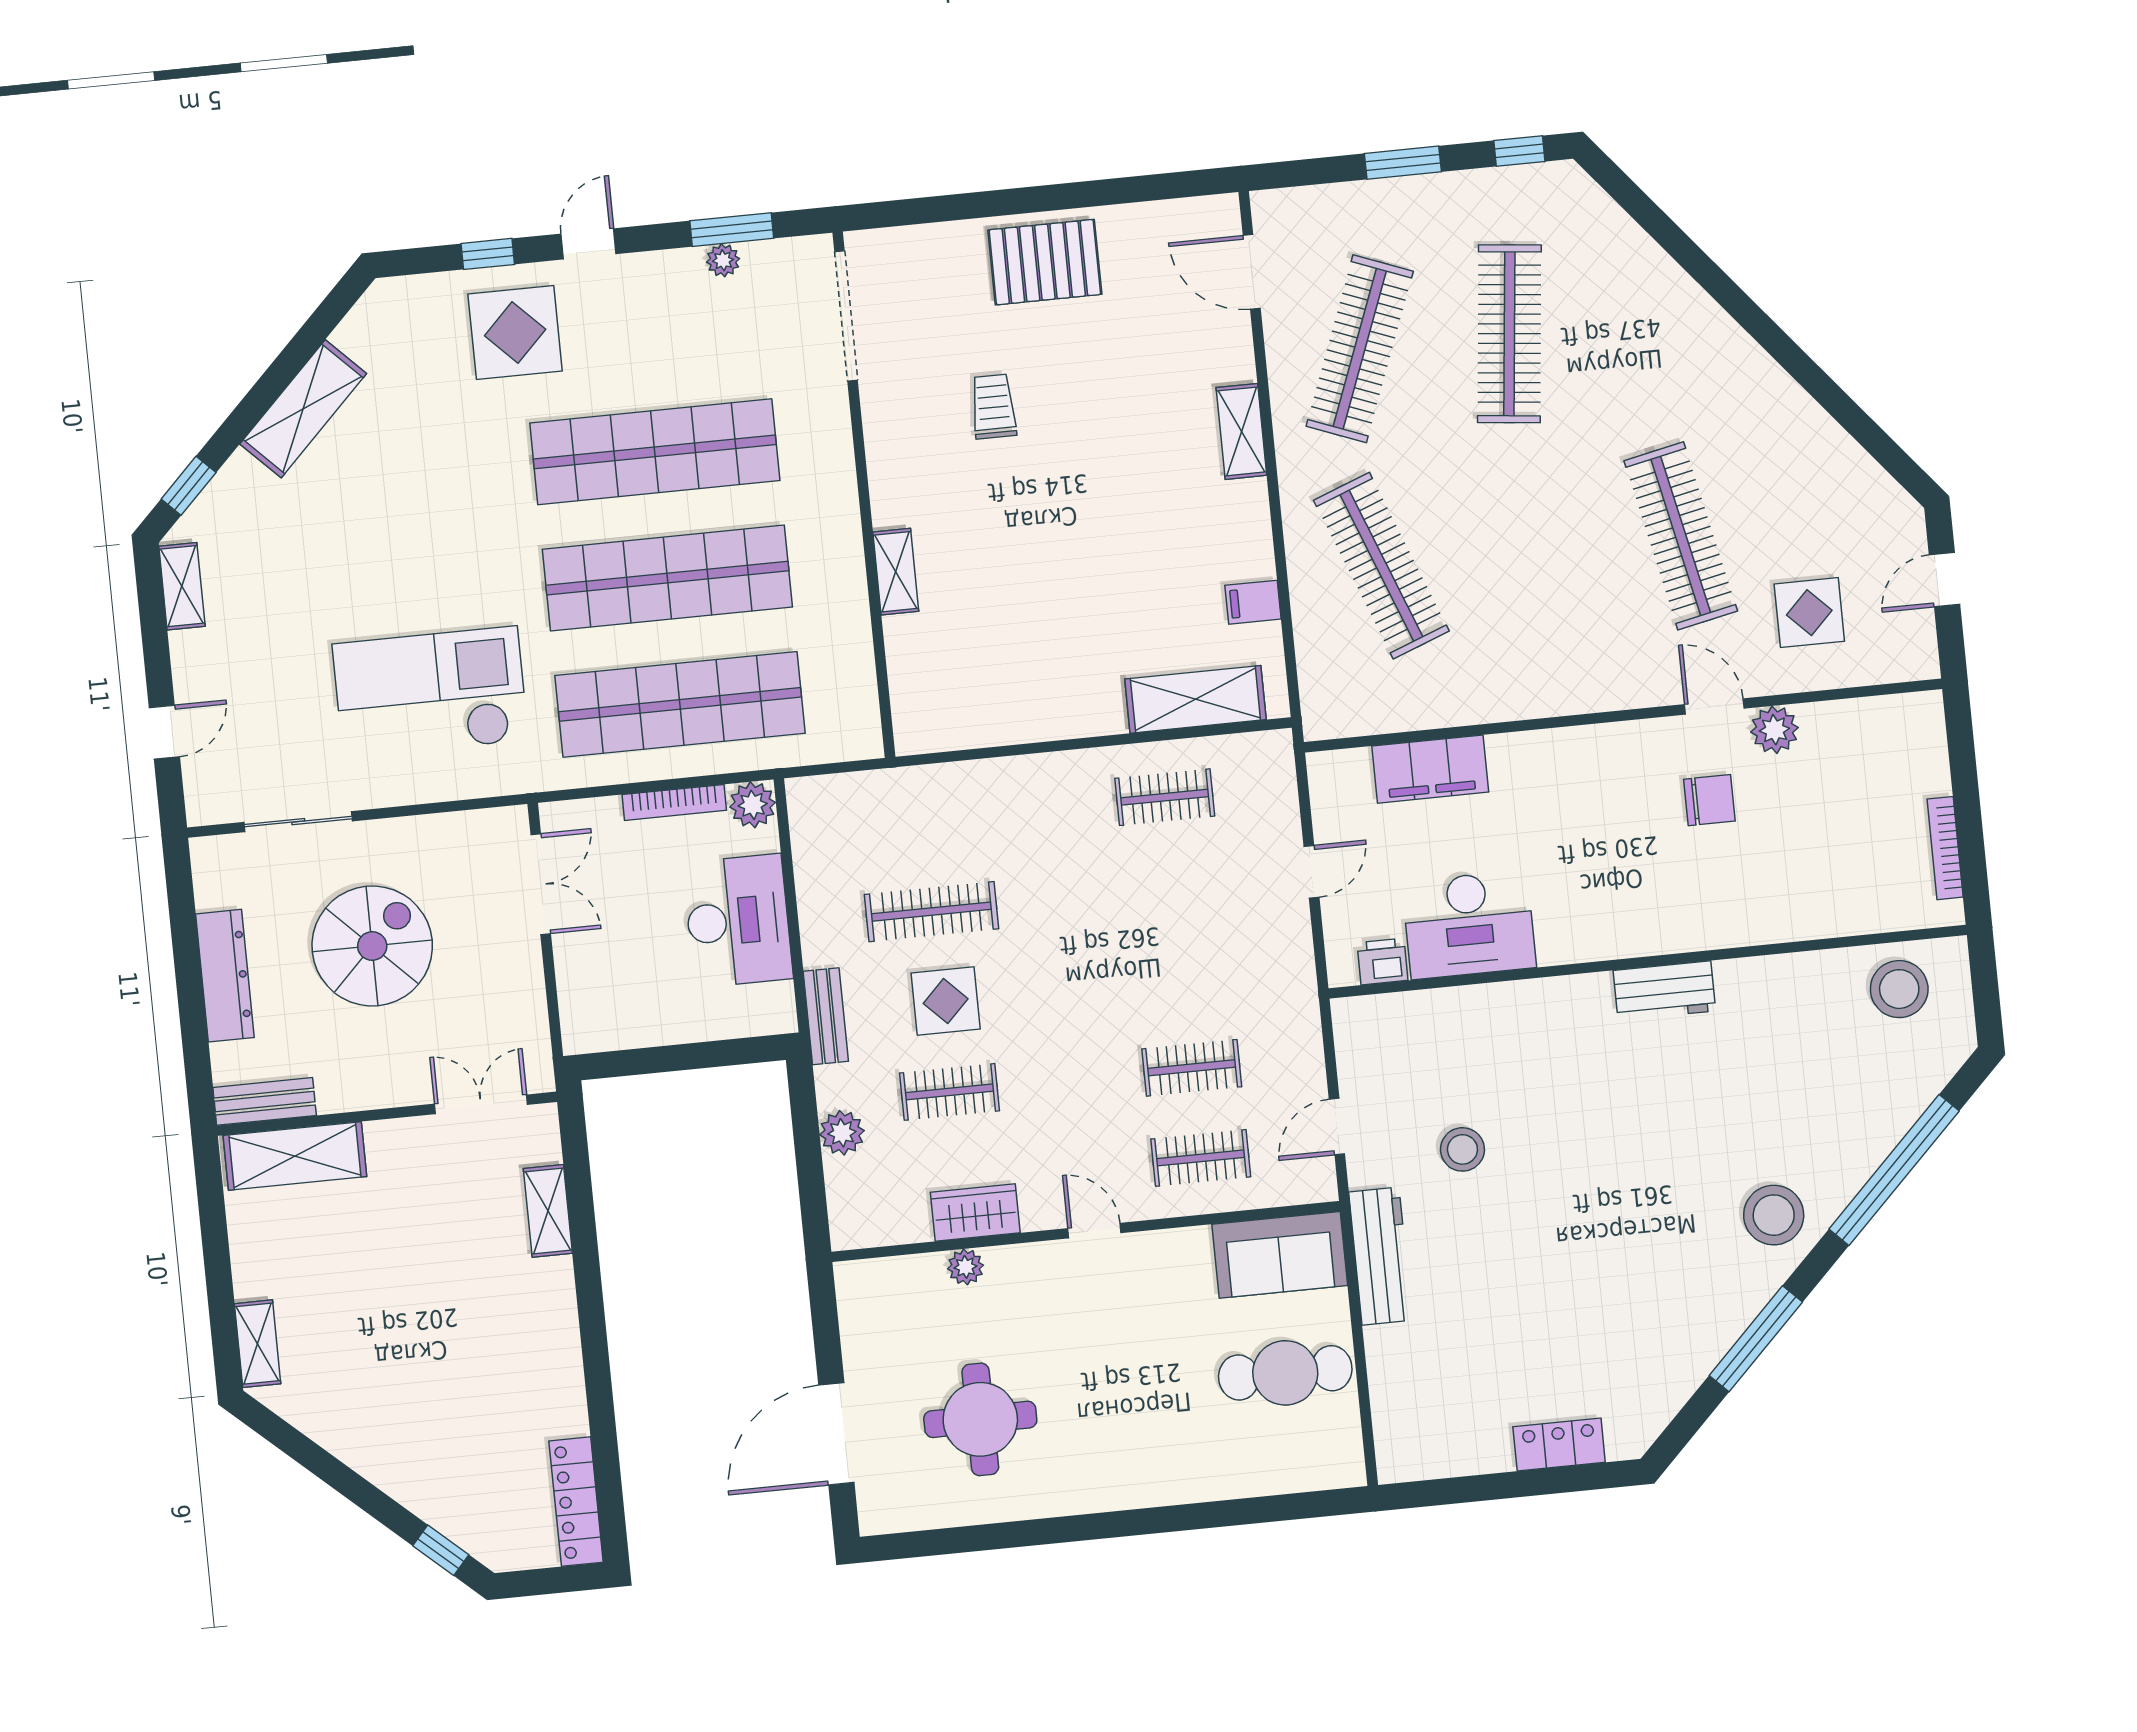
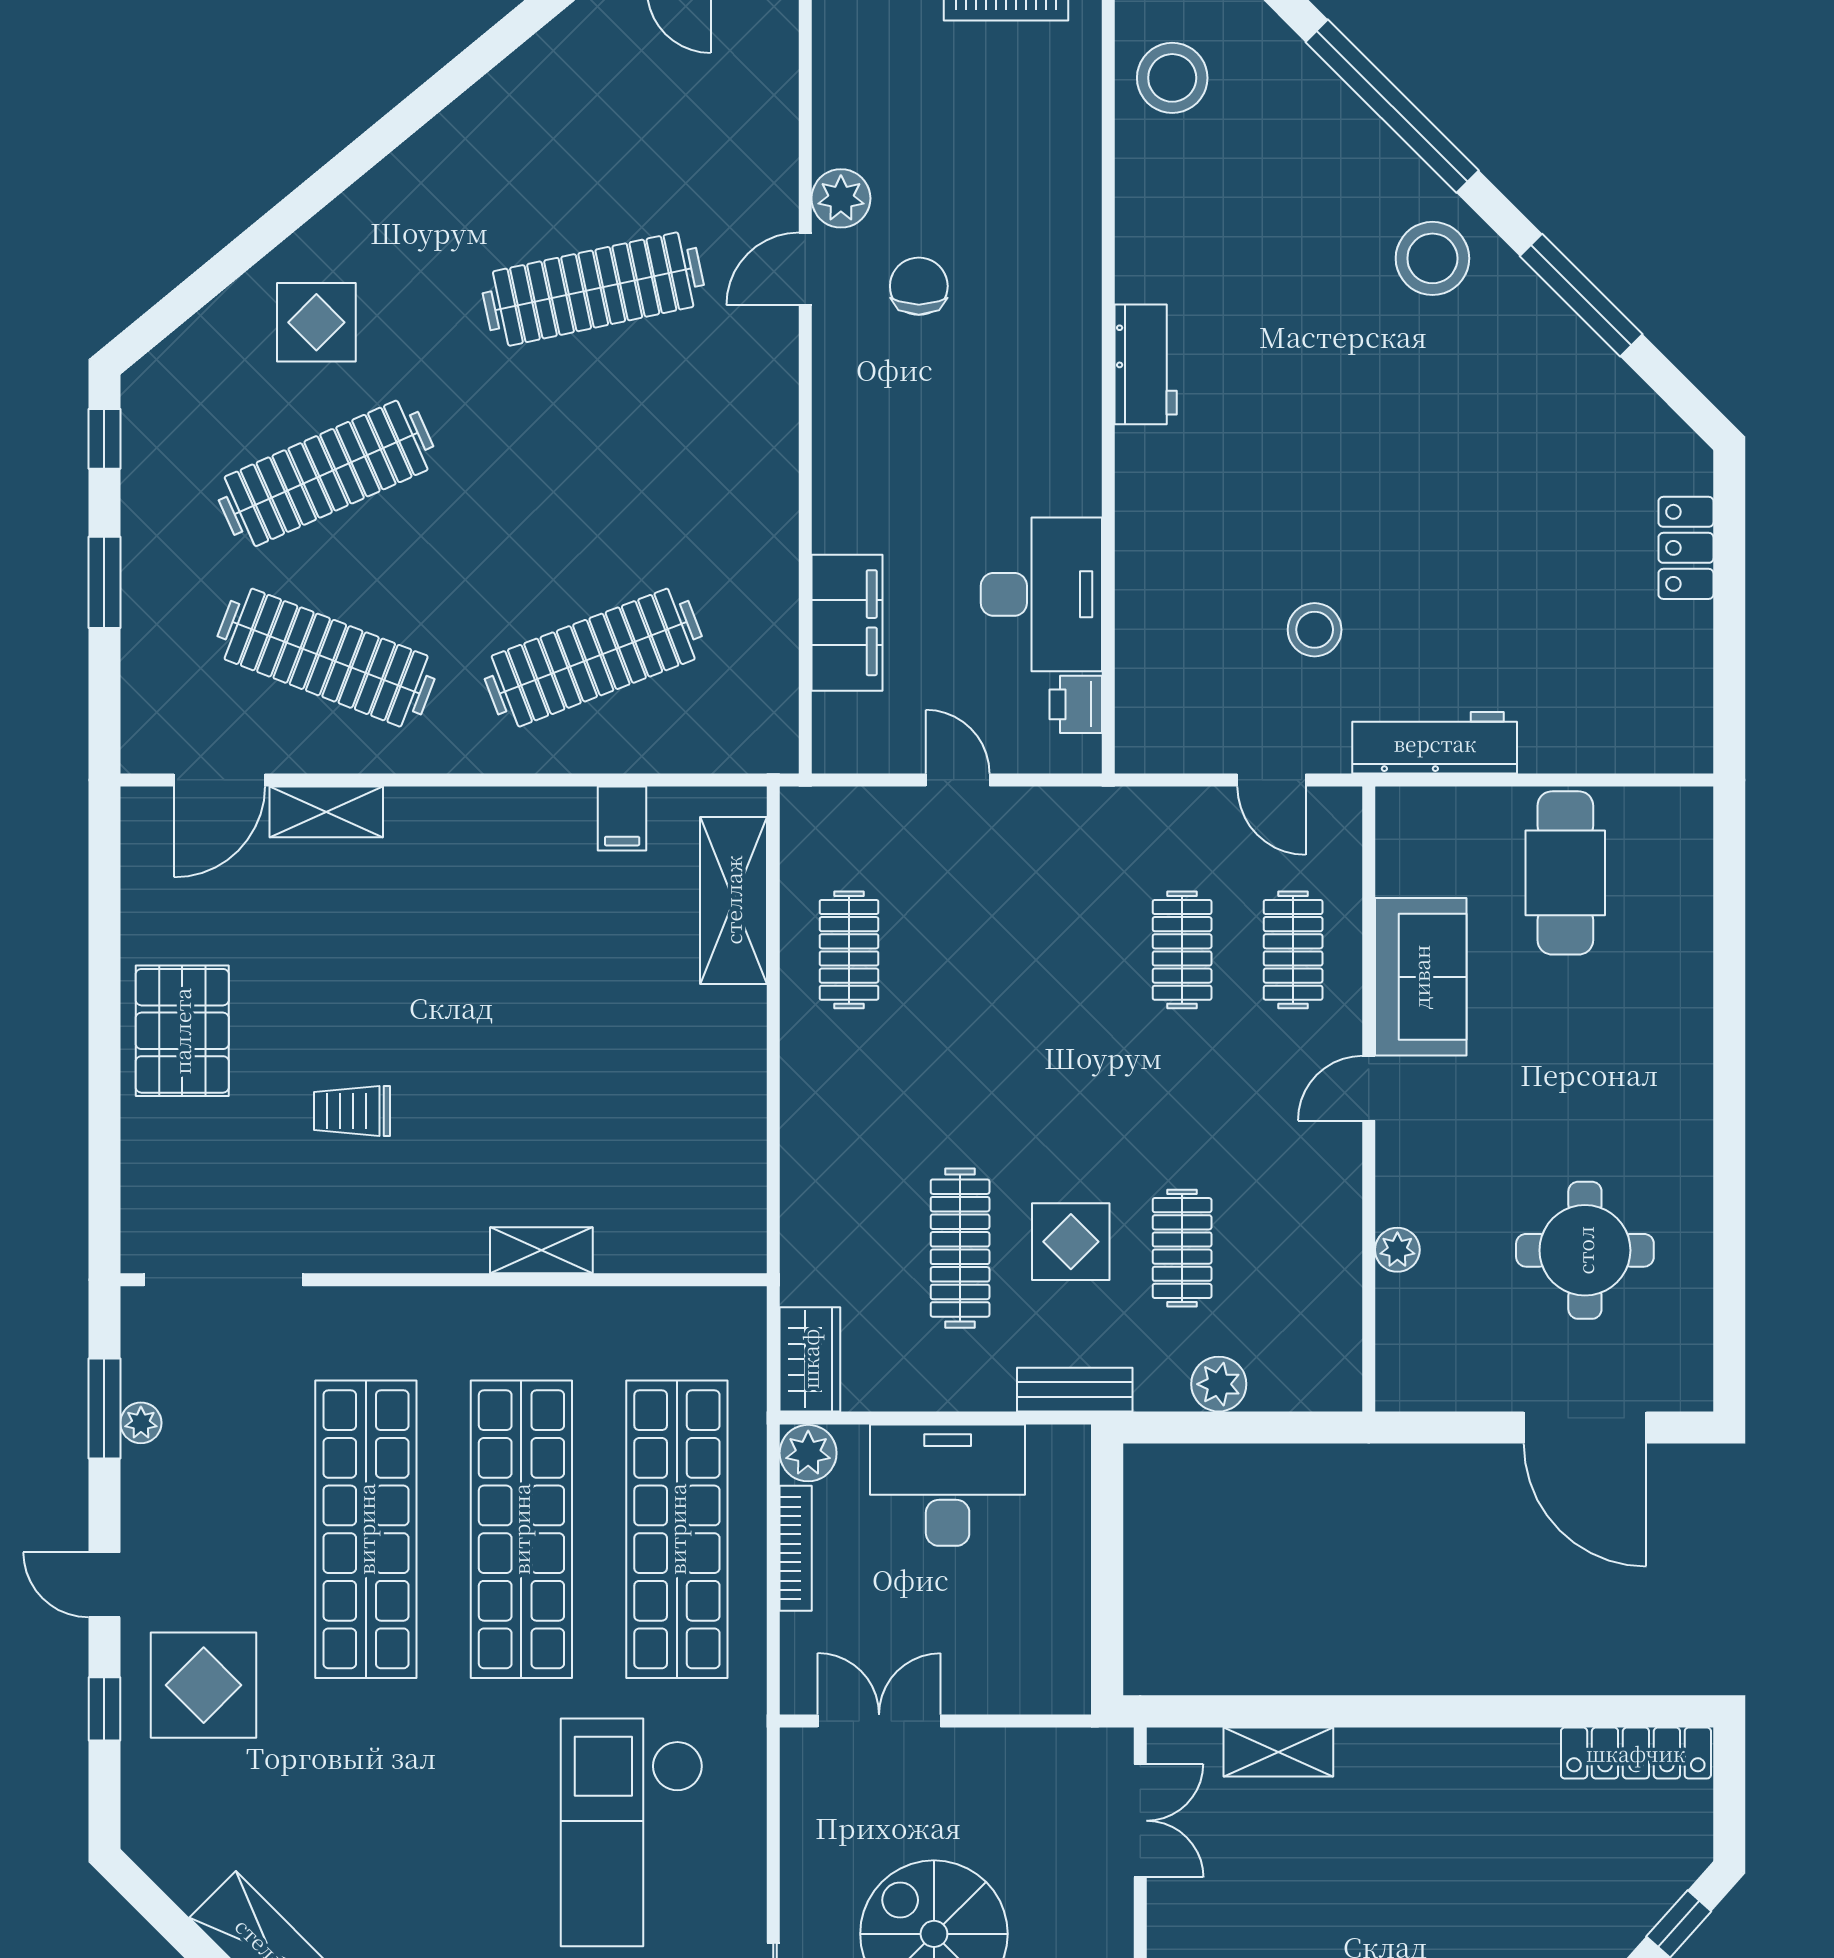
clothes rail: (1509, 334) -> (326, 473), turned -30
shelving: (1241, 431) -> (326, 812), moved
display table: (1809, 613) -> (316, 322), moved
double door: (481, 1104) -> (1140, 1821), swing flipped
wardrobe: (975, 1212) -> (810, 1359), moved, turned 180
sofa: (1280, 1255) -> (1421, 977), moved

